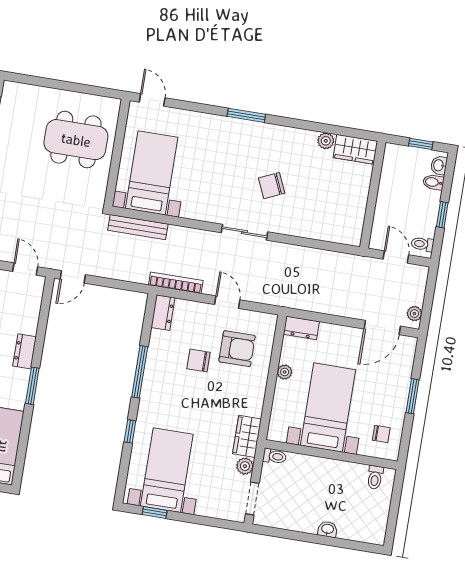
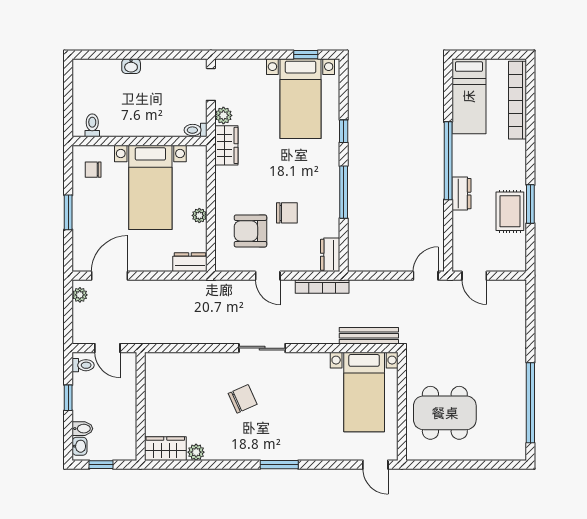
window: (32, 386) -> (448, 161), width x2.11

